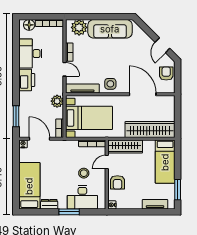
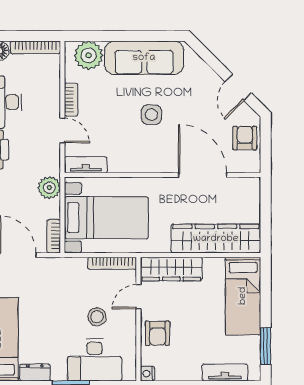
side table: (110, 84) -> (151, 115), moved
tv unit: (82, 88) -> (86, 165), width x0.71

